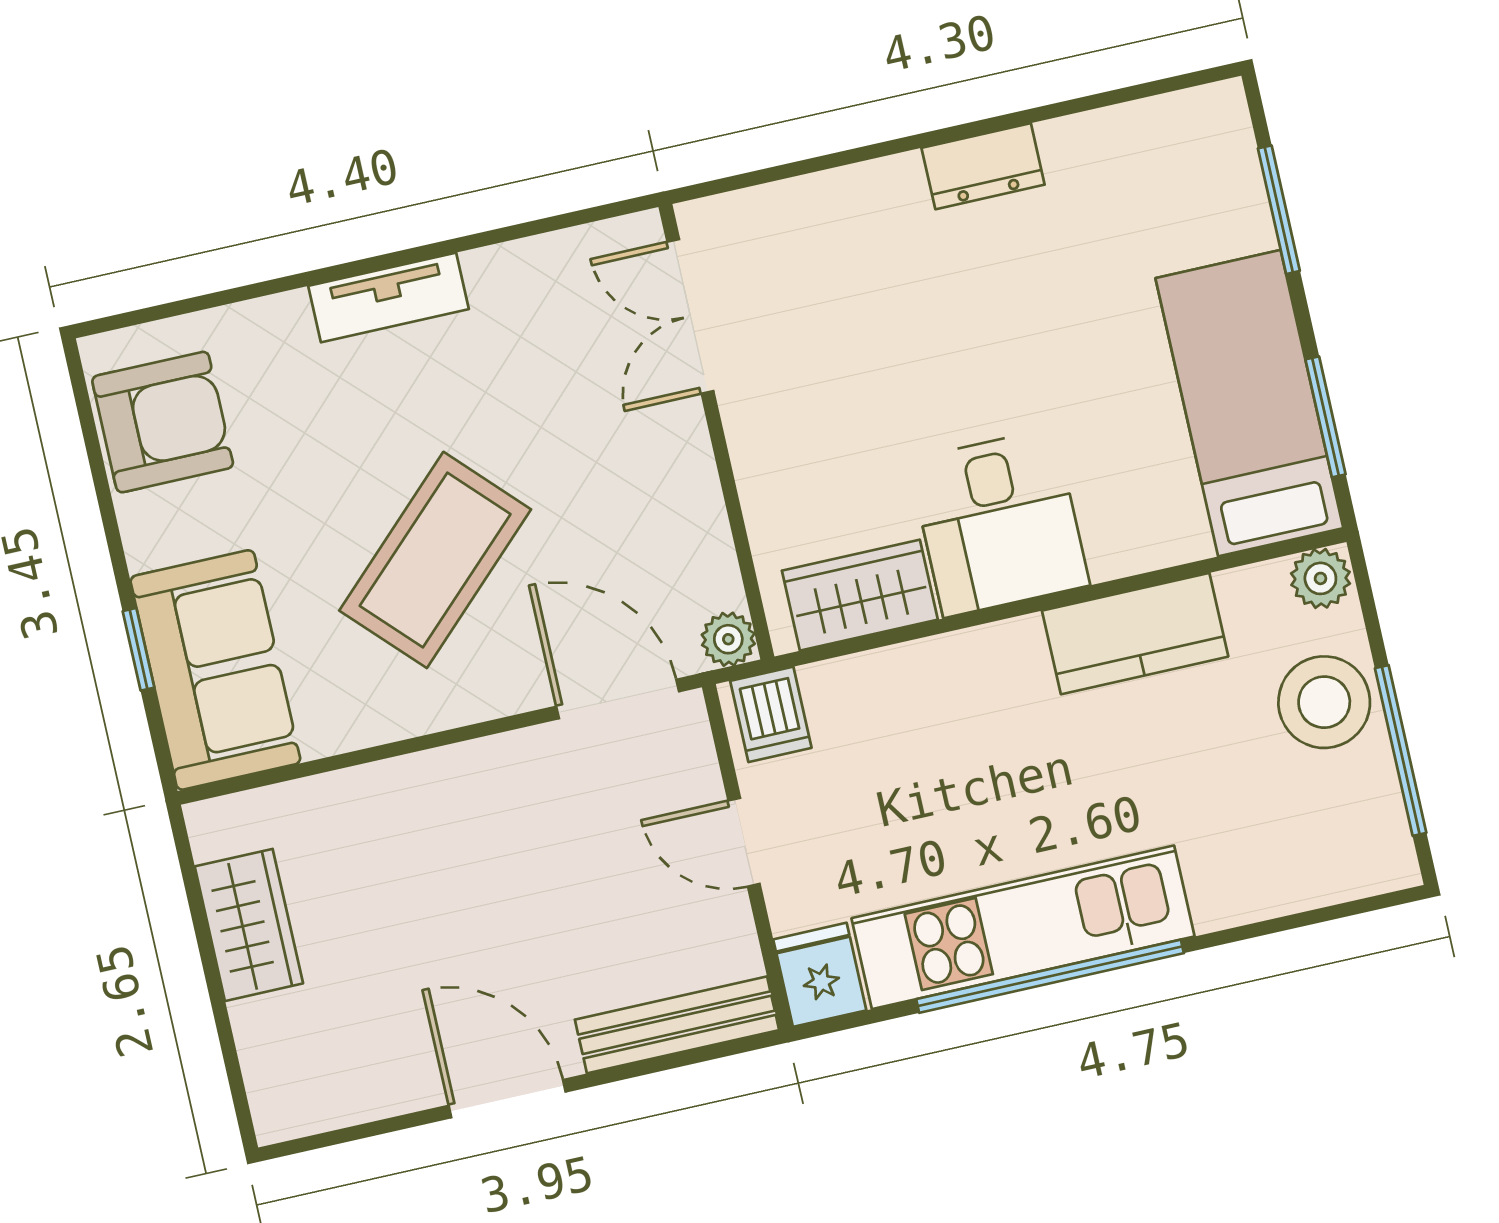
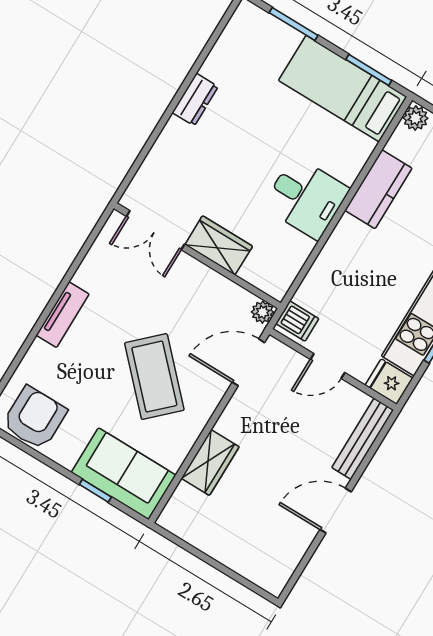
wardrobe: (860, 595) -> (219, 245), moved, turned 90
wardrobe: (249, 925) -> (210, 463), moved, turned 90

